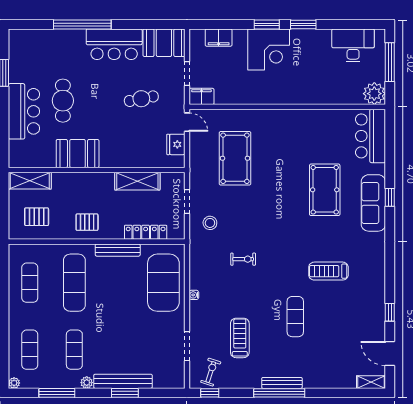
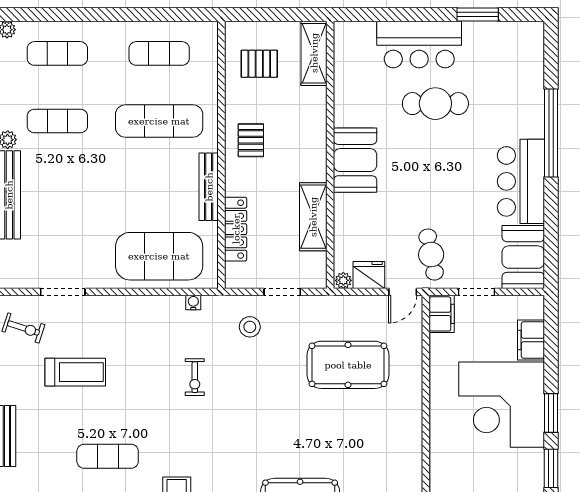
corner desk: (269, 49) -> (502, 405), width x1.36, depth x1.36
cafe table: (141, 99) -> (431, 255), moved
booth: (78, 154) -> (355, 160), moved
plant: (179, 161) -> (343, 280), added
pallet: (37, 217) -> (259, 64), turned 90
water cooler: (194, 295) -> (193, 302), moved

